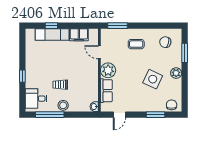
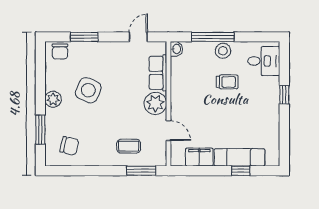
coffee table: (136, 44) -> (129, 146), moved
window: (50, 115) -> (213, 37), moved

